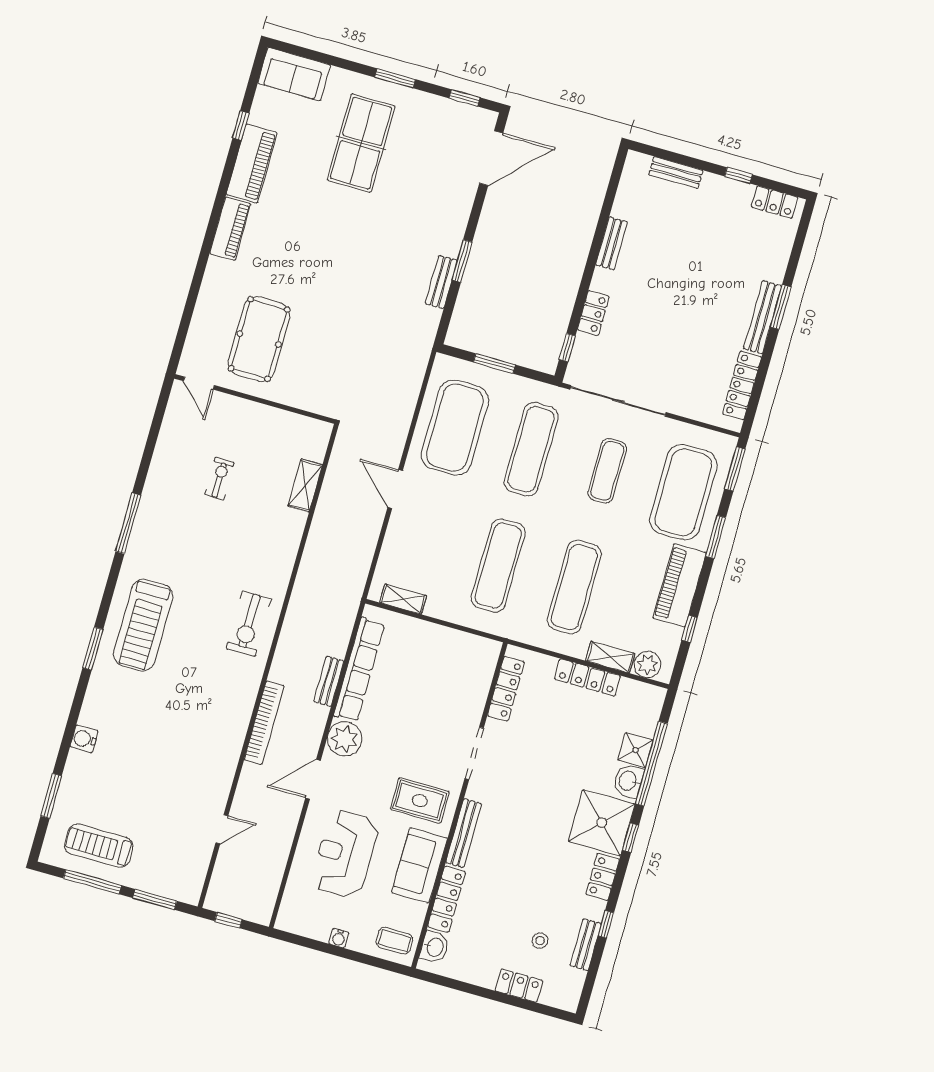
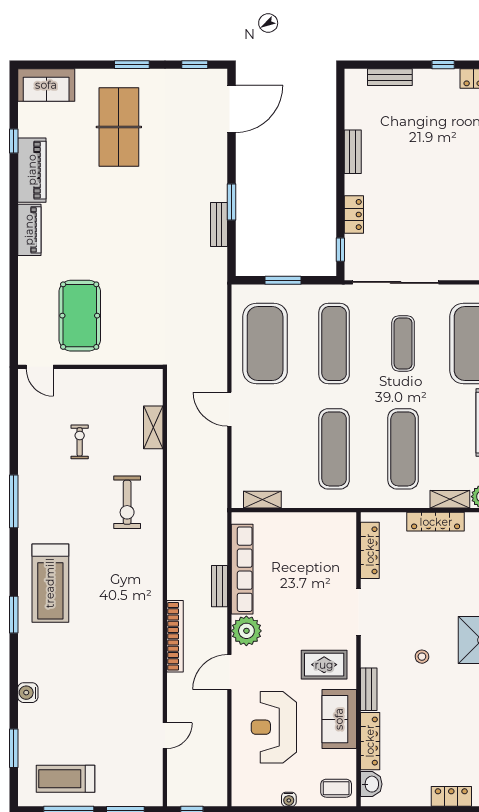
exercise bike: (249, 624) -> (127, 502), moved
bench: (464, 833) -> (369, 689), width x0.73
stool: (540, 941) -> (422, 657), moved

